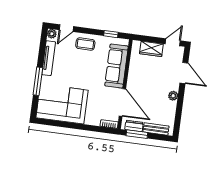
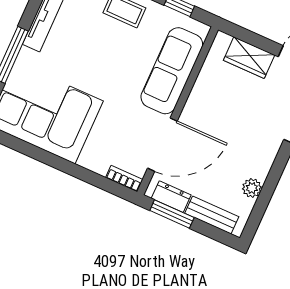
plant: (173, 96) -> (252, 188), moved
door: (122, 102) -> (162, 145), hinge flipped

